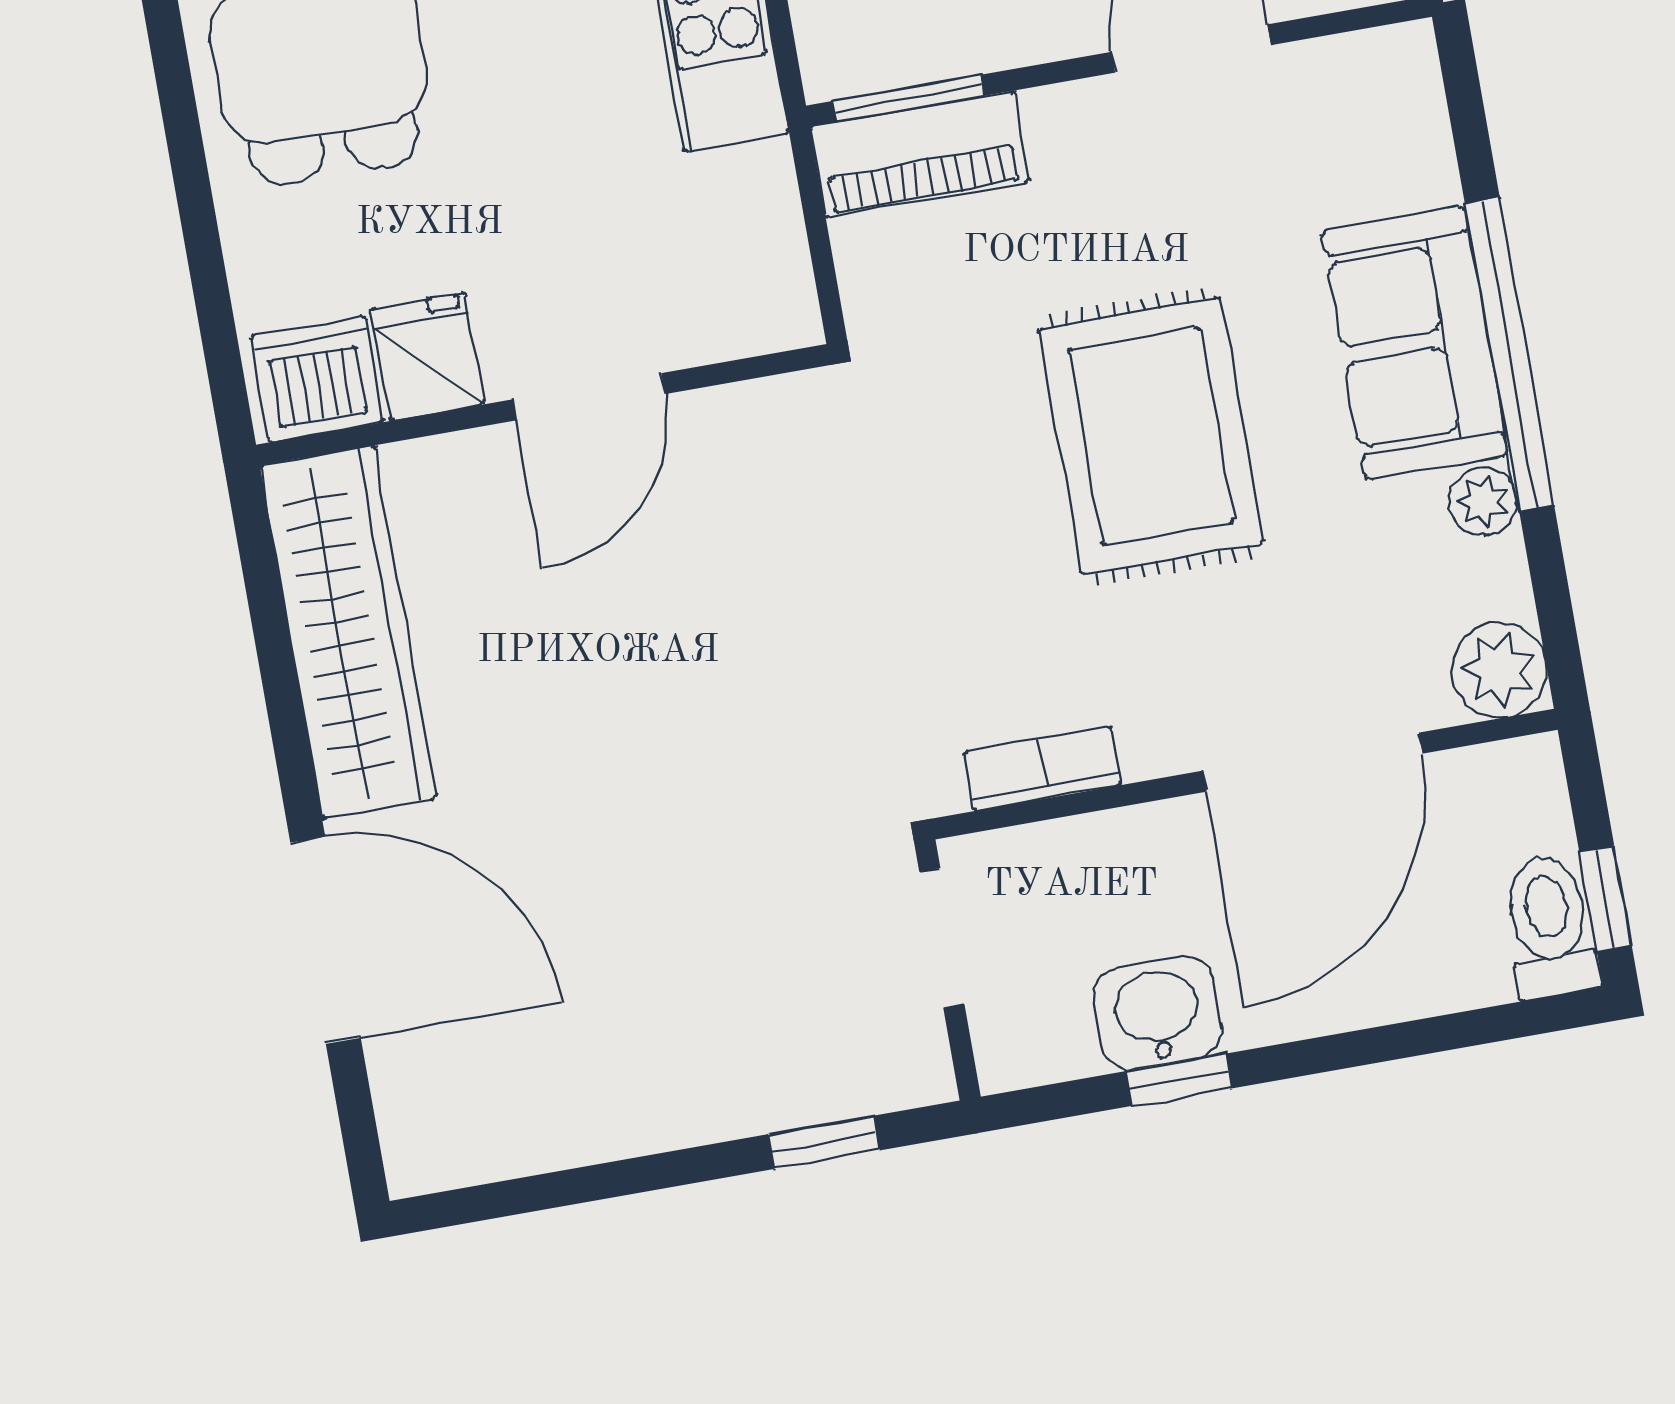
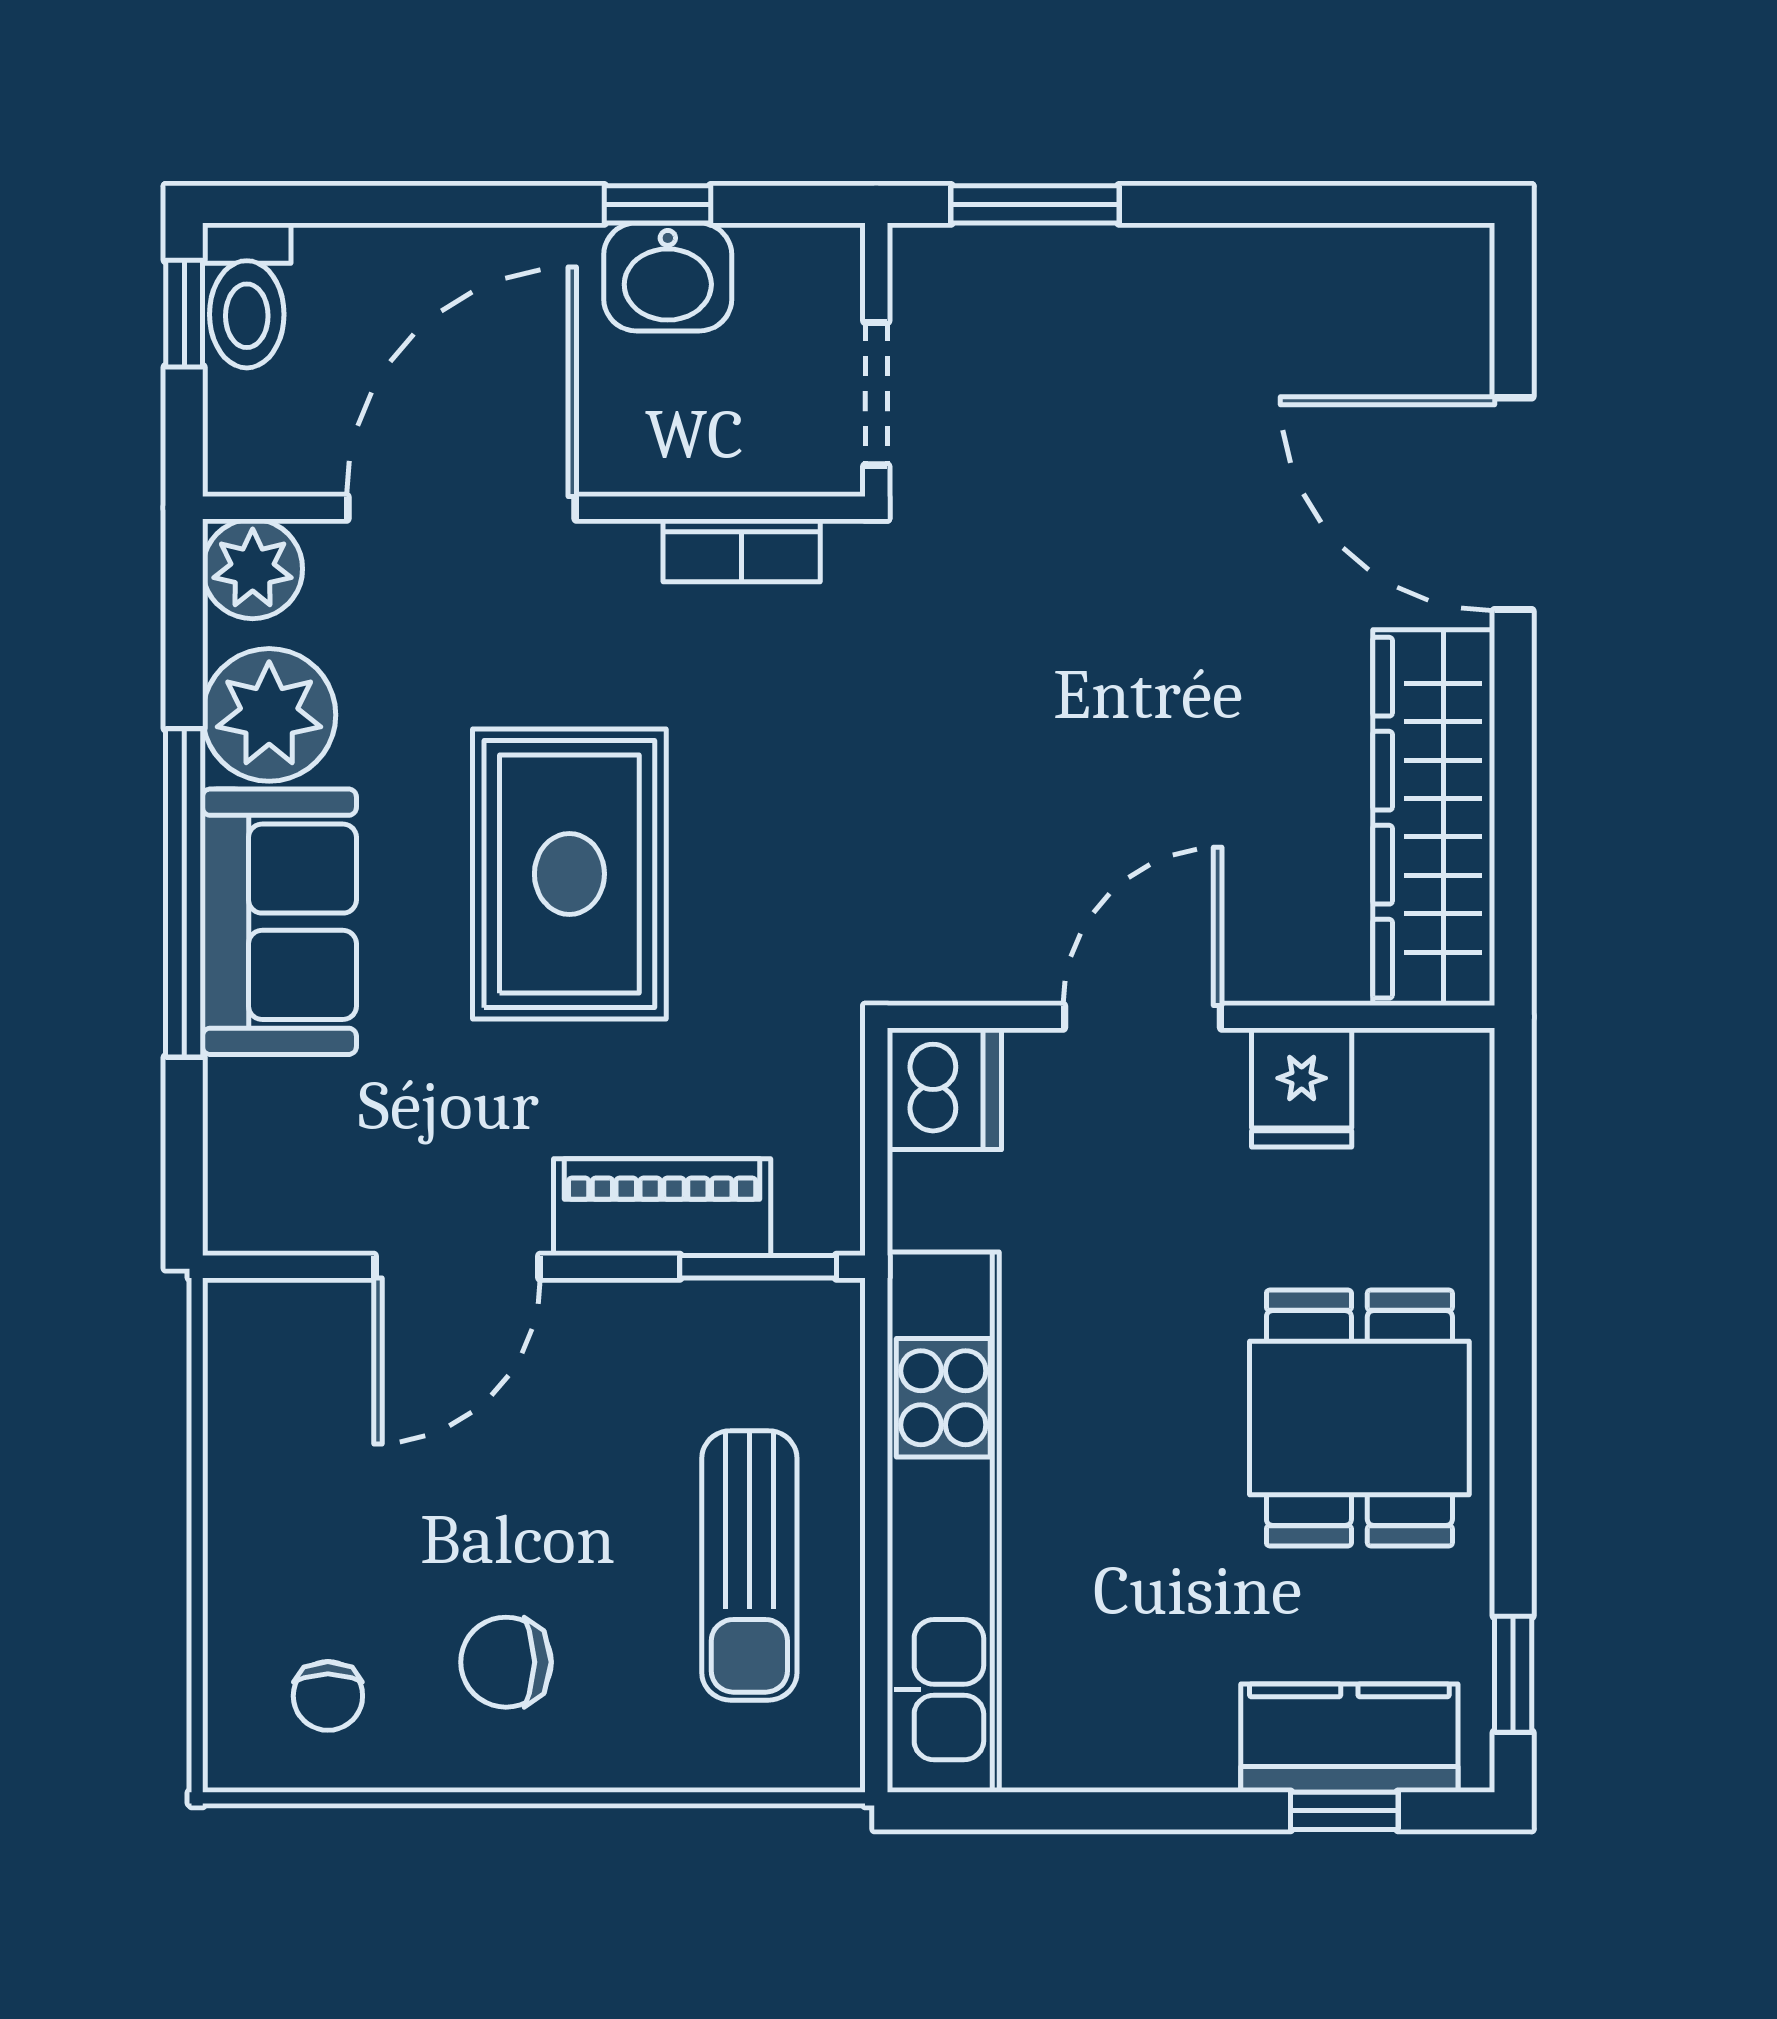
piano: (920, 154) -> (662, 1207), moved
dishwasher: (317, 379) -> (944, 1089), moved, turned -90
plant: (1483, 501) -> (269, 715), width x1.88, depth x1.88
window: (824, 1142) -> (1035, 204), width x1.50

